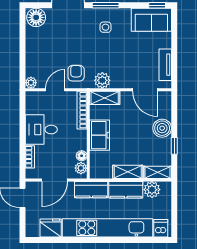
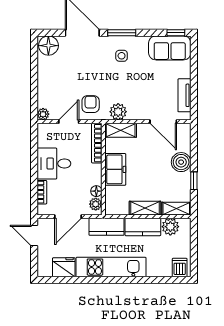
kitchen unit: (108, 228) -> (111, 267), width x0.73

